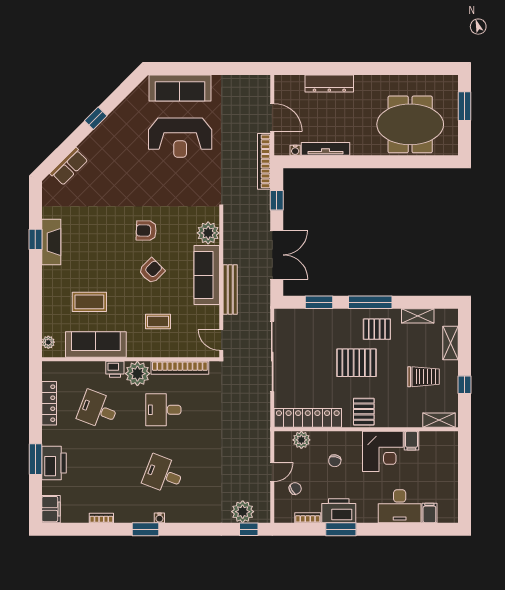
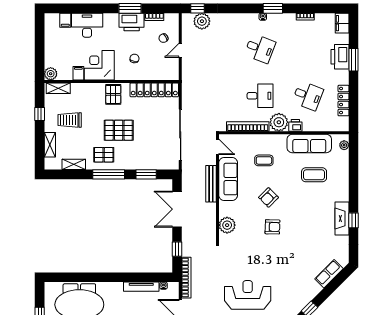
sofa: (207, 275) -> (228, 179), moved
plant: (301, 440) -> (51, 74), moved

